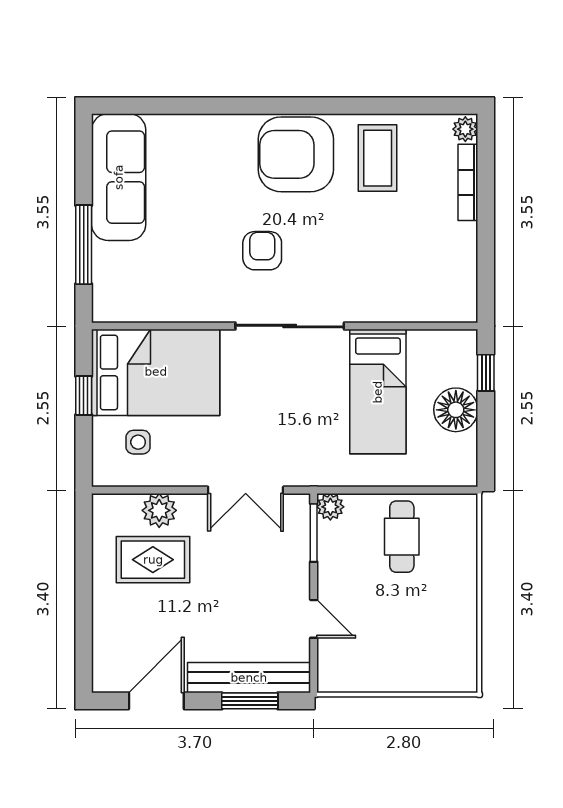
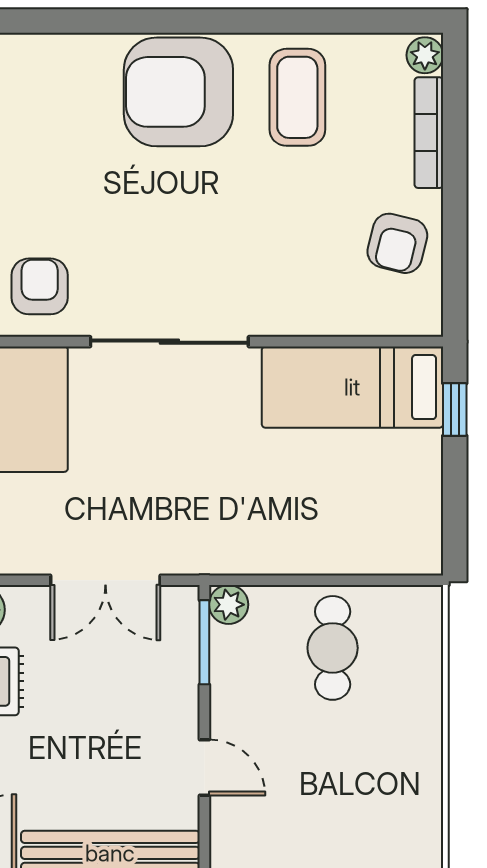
armchair: (262, 251) -> (40, 286), moved
armchair: (446, 258) -> (397, 243), added
bed: (378, 392) -> (352, 387), moved, turned 90
floor lamp: (456, 410) -> (411, 463), removed

